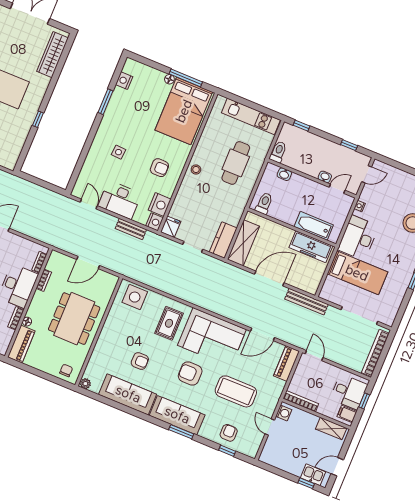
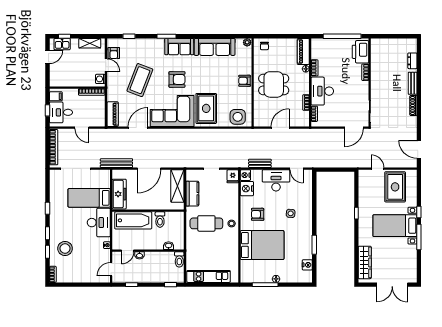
bed: (184, 111) -> (262, 245), moved, turned 90
cafe table: (236, 163) -> (206, 223), moved, turned 90
toilet: (264, 203) -> (160, 220), moved
bathtub: (314, 226) -> (133, 220), width x1.36, depth x1.36
kitchen counter: (223, 240) -> (192, 194), moved
freezer: (311, 247) -> (119, 194), moved, turned 90
dining table: (74, 319) -> (274, 84), width x0.73
rug: (169, 323) -> (206, 108), width x1.36, depth x1.43
door: (314, 356) -> (82, 128), moved
armchair: (140, 361) -> (245, 81), moved
coffee table: (236, 391) -> (140, 80), turned -69
sofa: (177, 415) -> (179, 47), width x0.73
shelving: (331, 429) -> (90, 43), moved
armchair: (229, 433) -> (114, 53), moved

